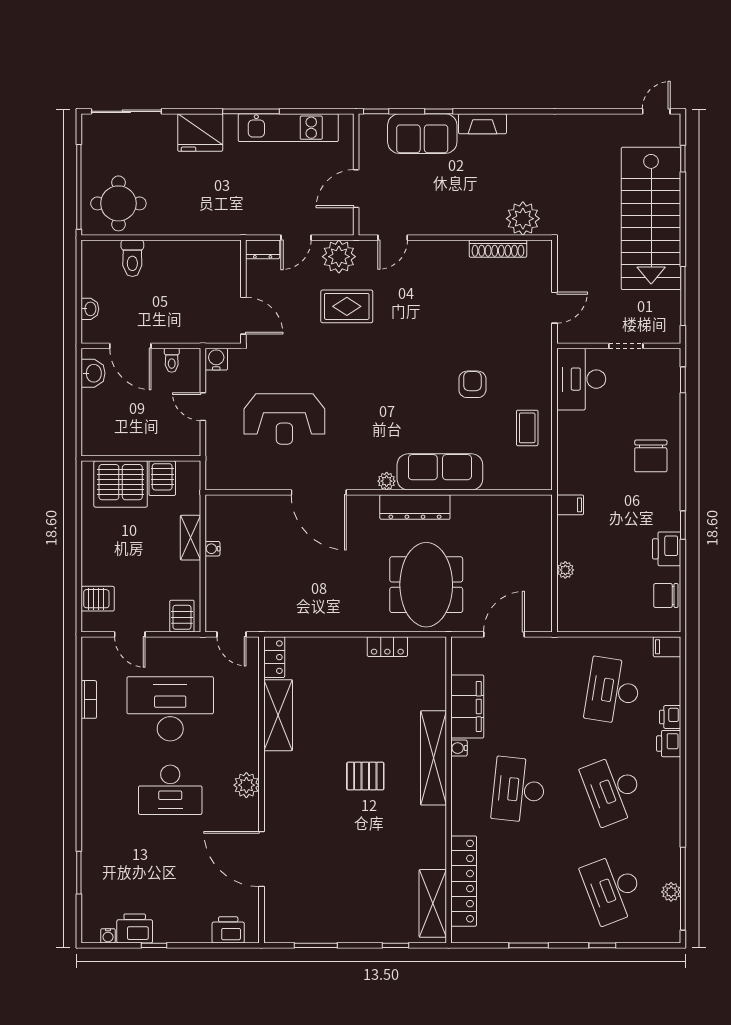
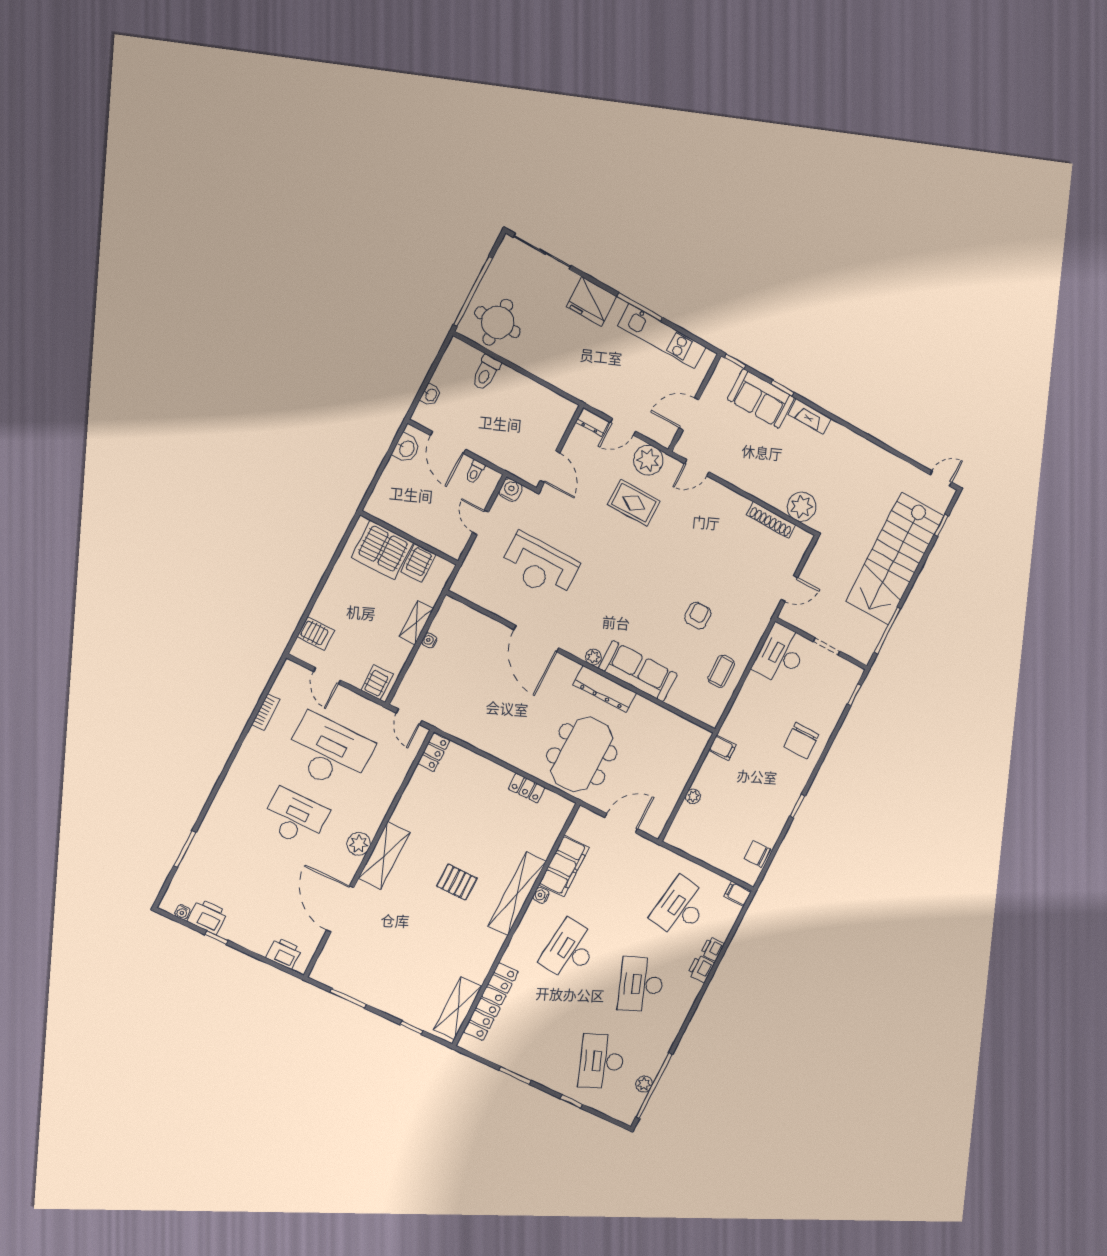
printer: (667, 549) -> (776, 818), removed
shelving: (278, 715) -> (384, 856), moved
desk: (170, 790) -> (295, 818), turned 180

